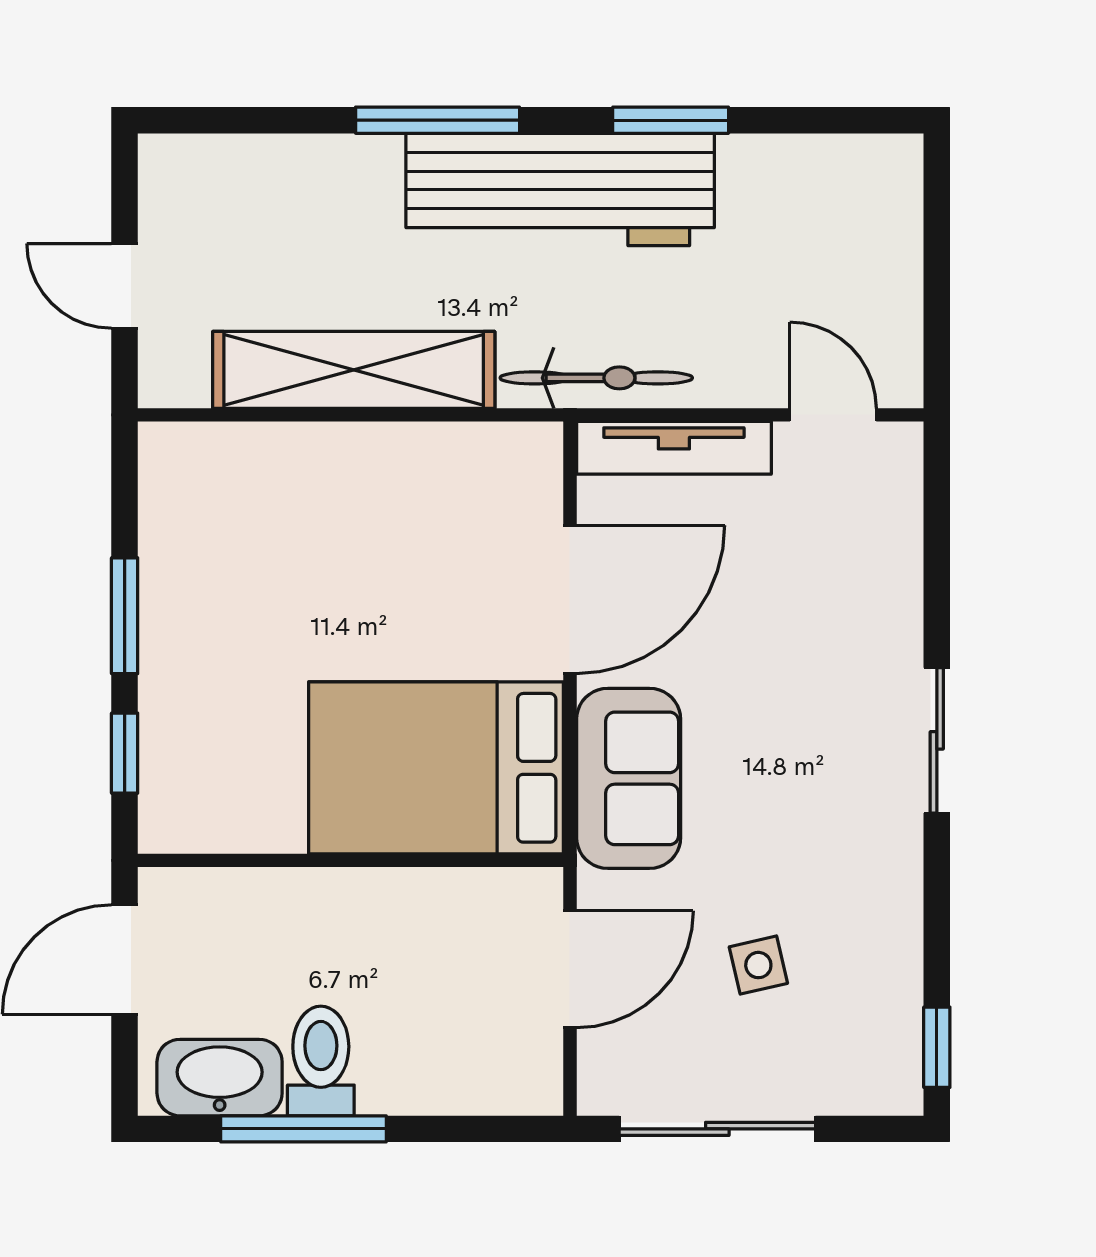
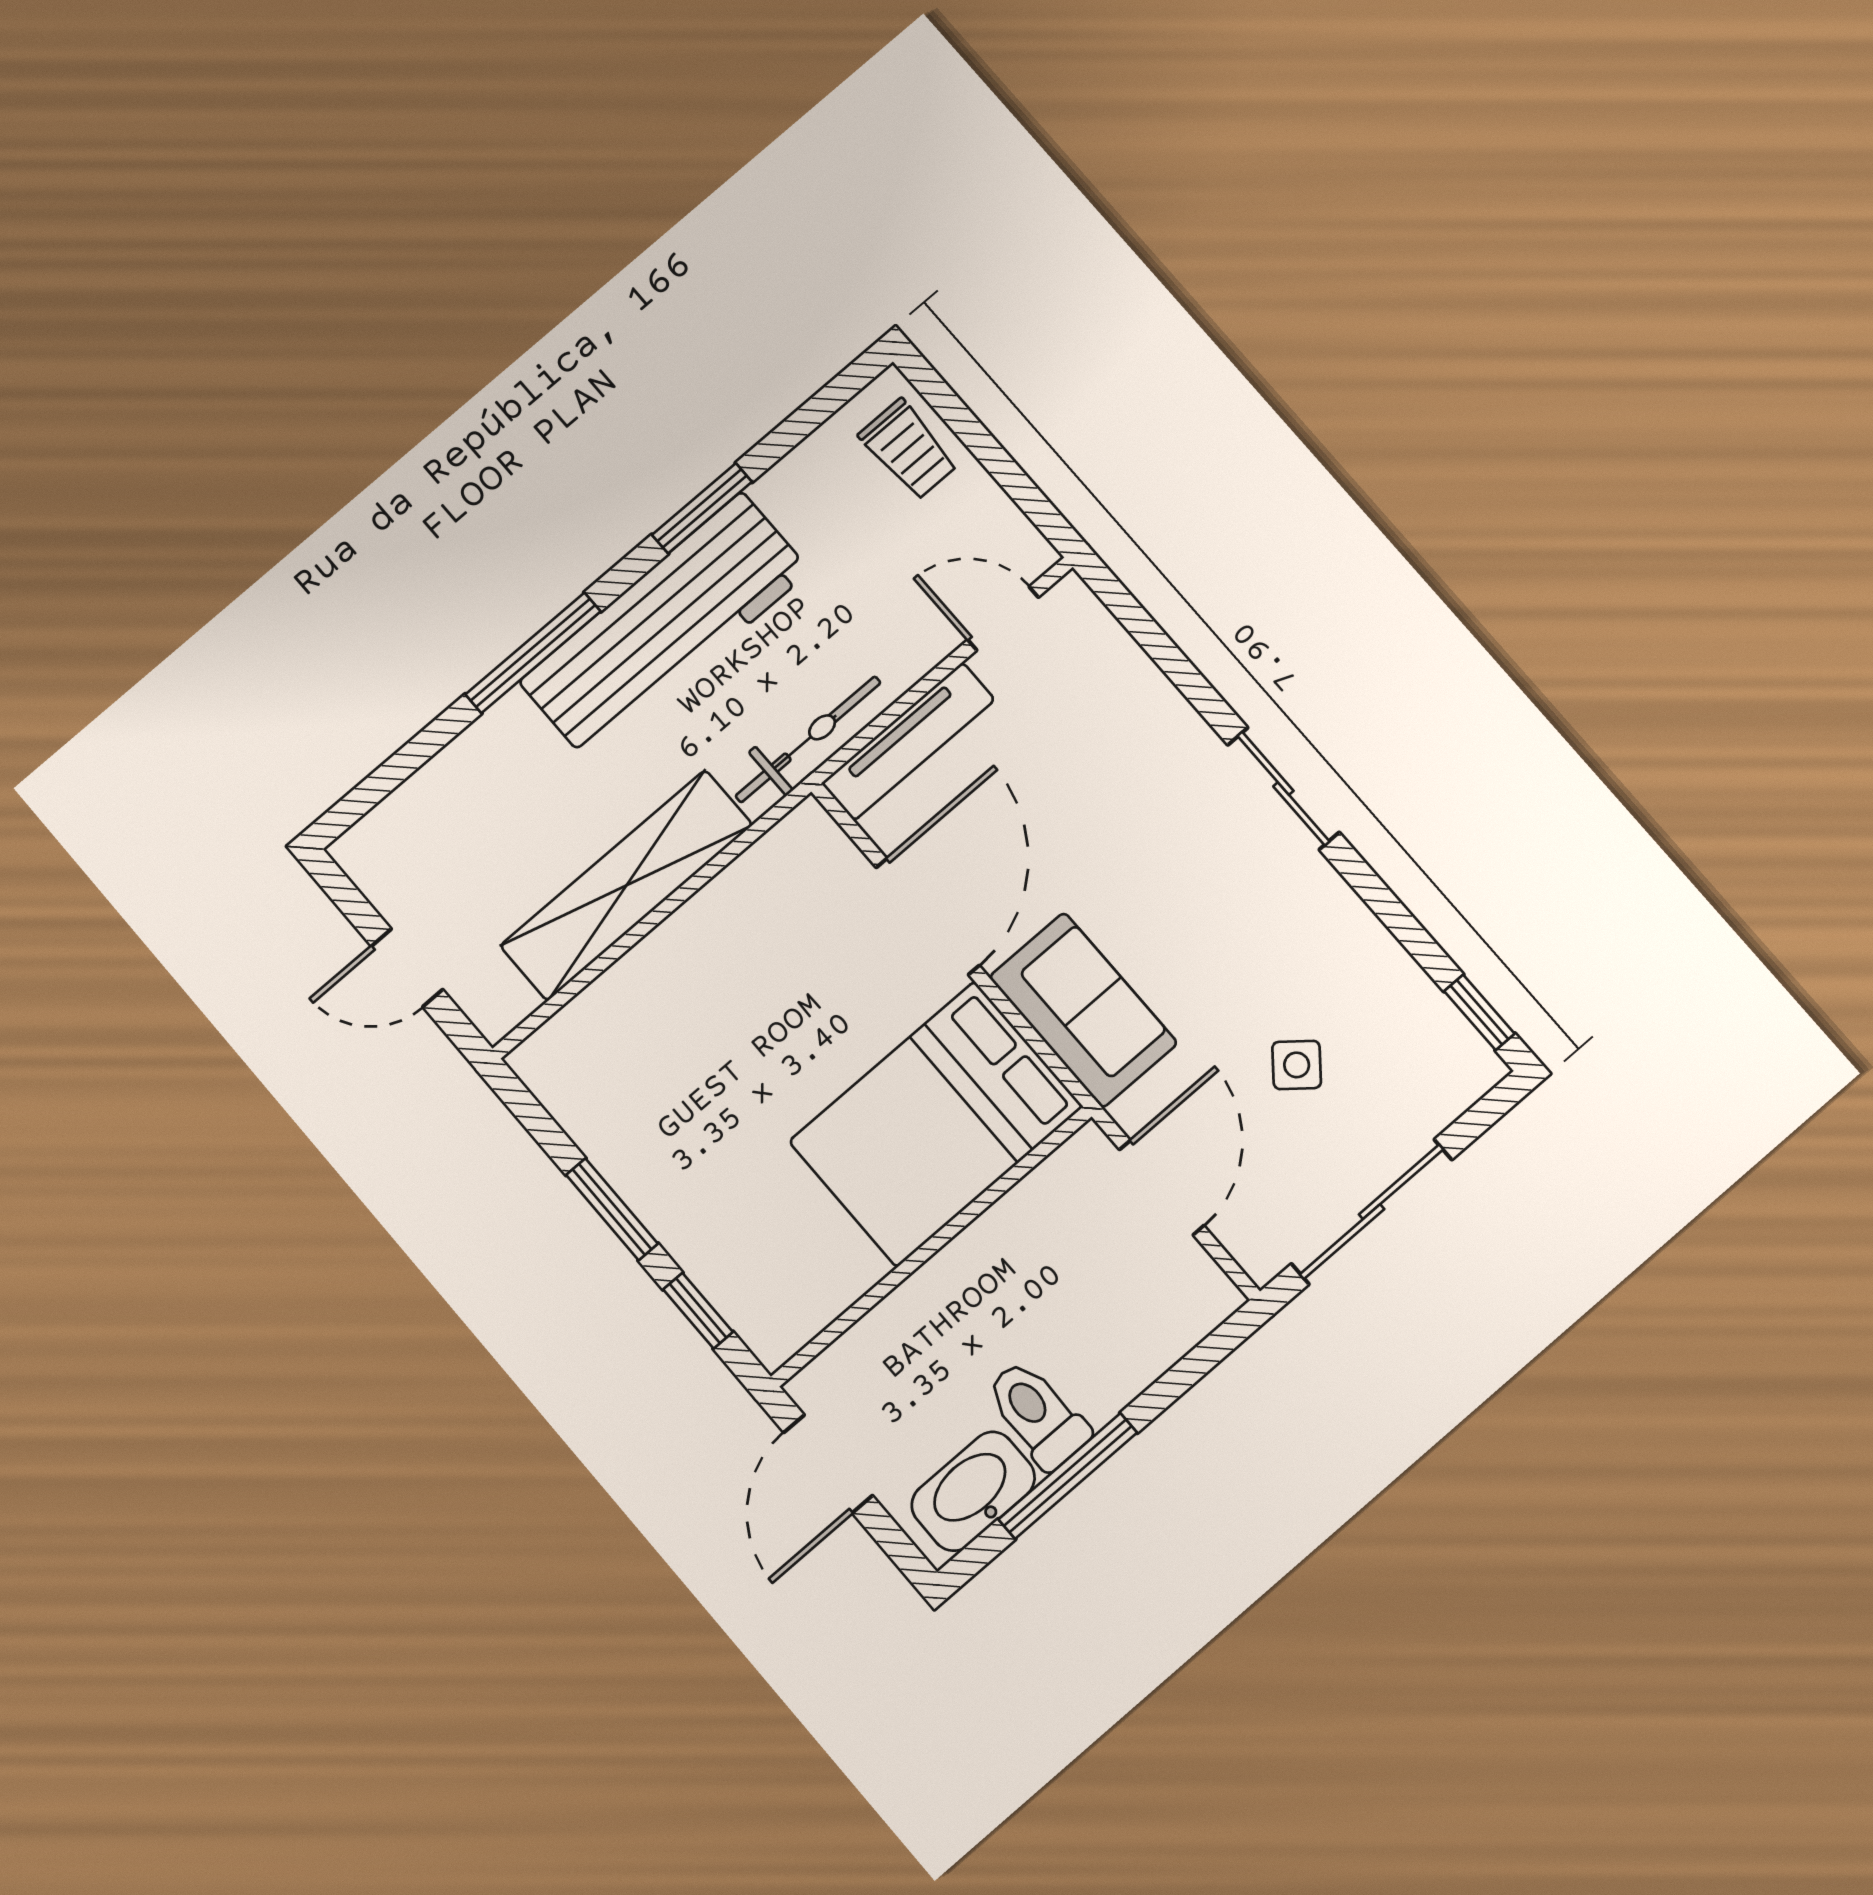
trolley: (875, 215) -> (908, 449), added
side table: (758, 965) -> (1297, 1065), turned -38

